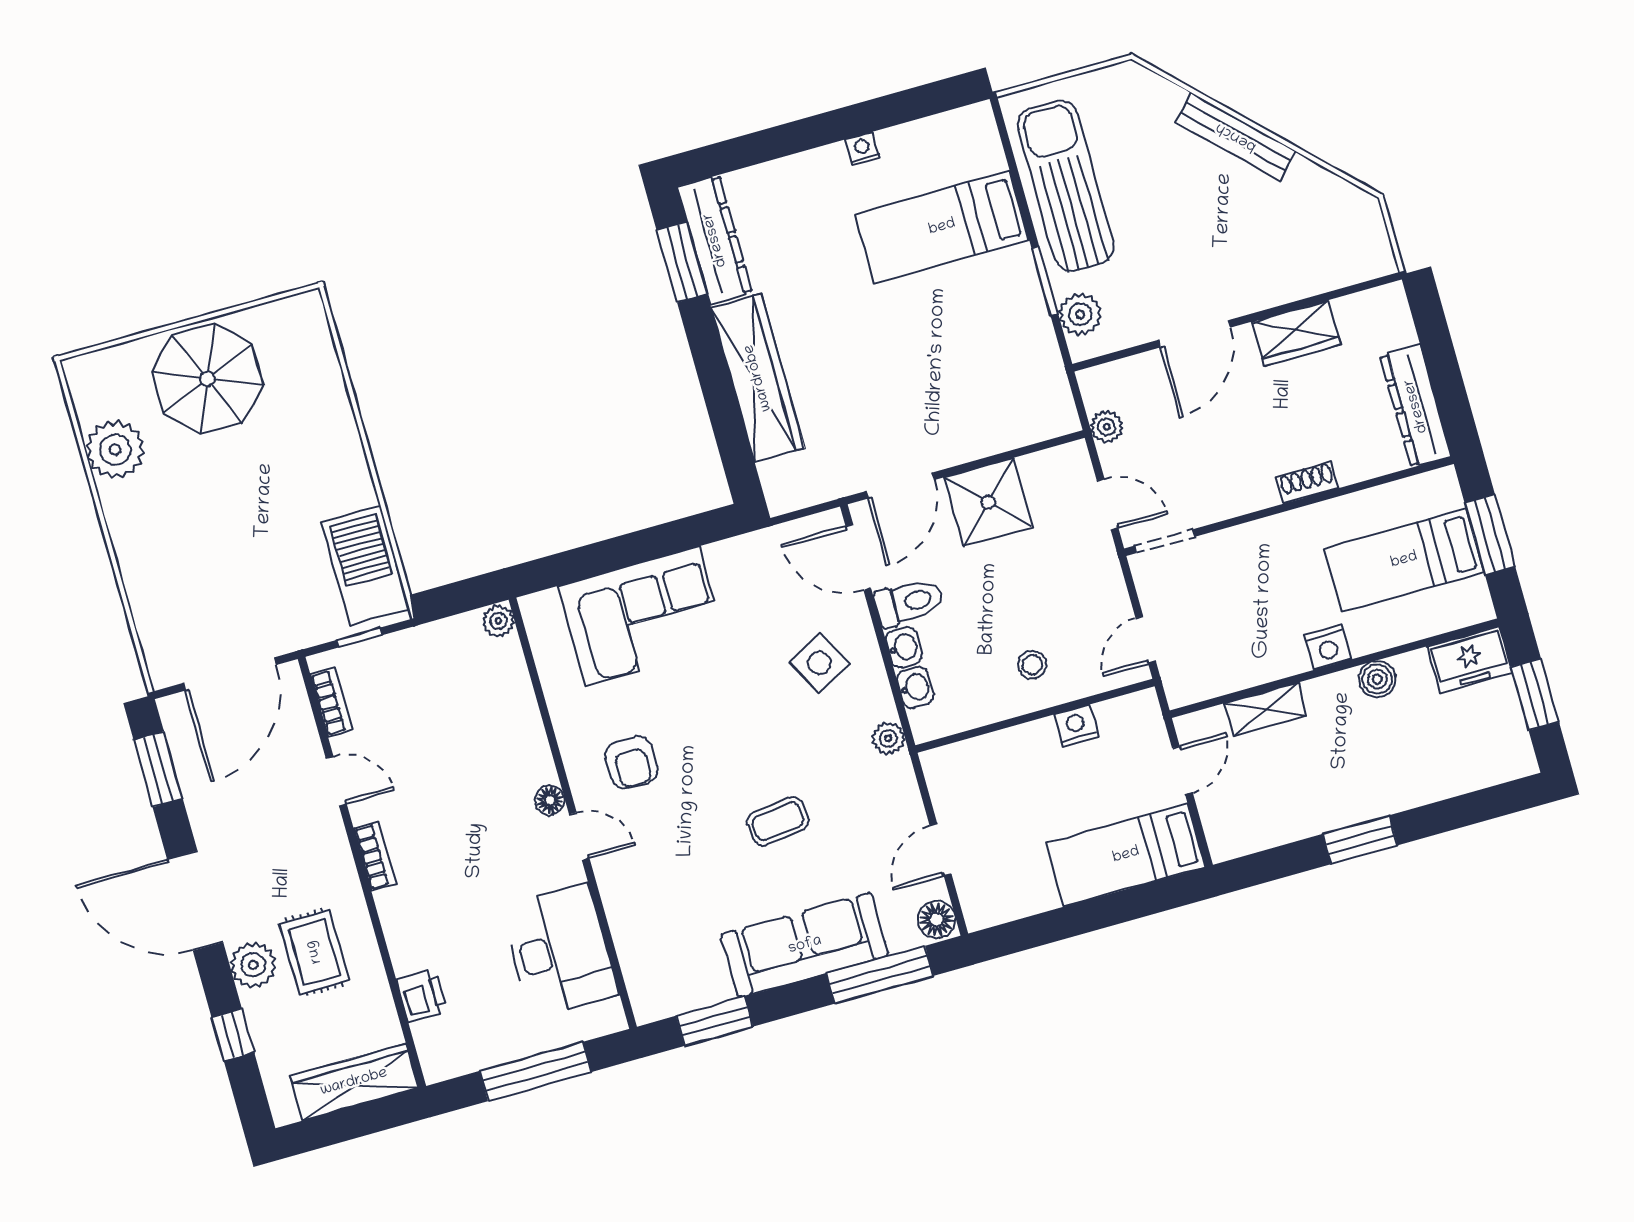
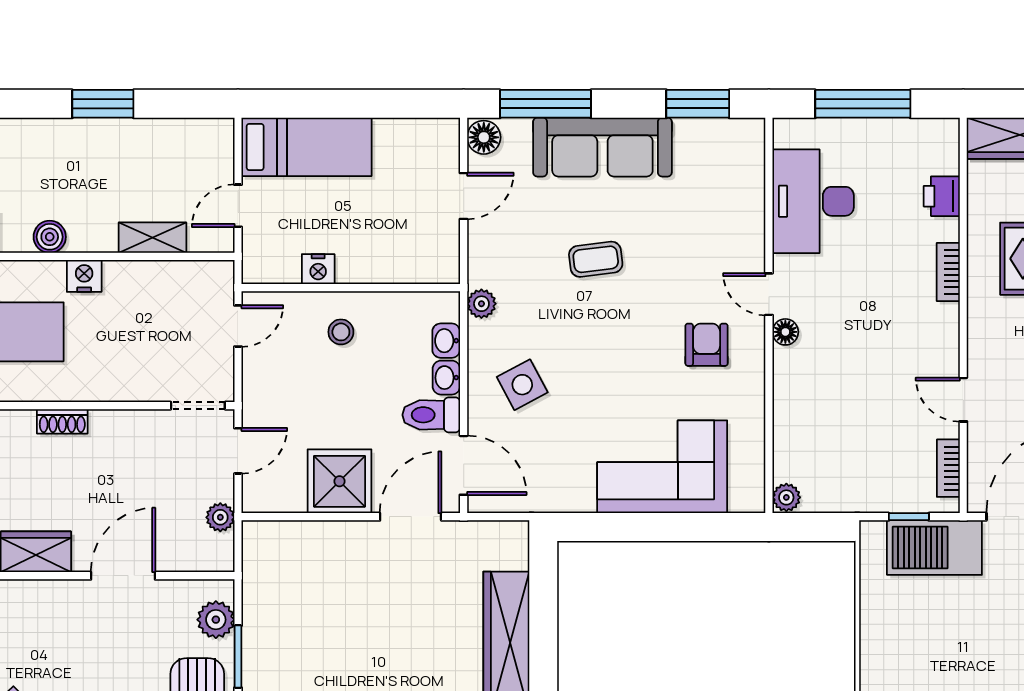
door: (1108, 504) -> (238, 451), swing flipped
barbecue: (365, 565) -> (934, 548), moved, turned 90
bookcase: (375, 856) -> (948, 272), moved

